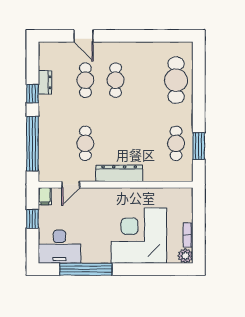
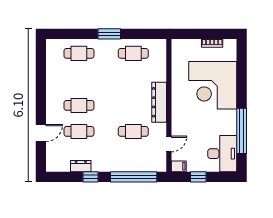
cafe table: (176, 80) -> (79, 53), width x0.73, depth x0.74
window: (199, 146) -> (109, 34), moved
door: (71, 185) -> (169, 144), hinge flipped
plant: (185, 256) -> (230, 45), removed

